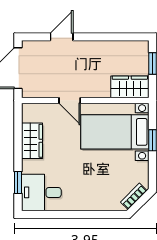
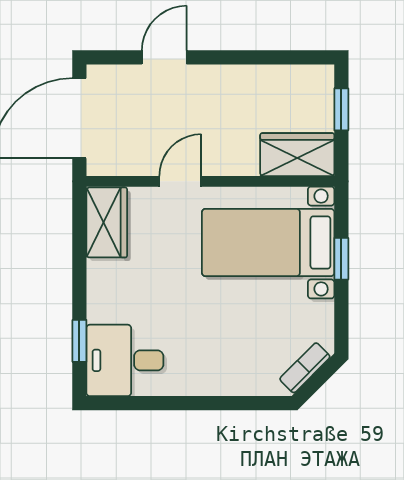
door: (70, 101) -> (180, 181), swing flipped
wardrobe: (32, 141) -> (107, 222), moved

